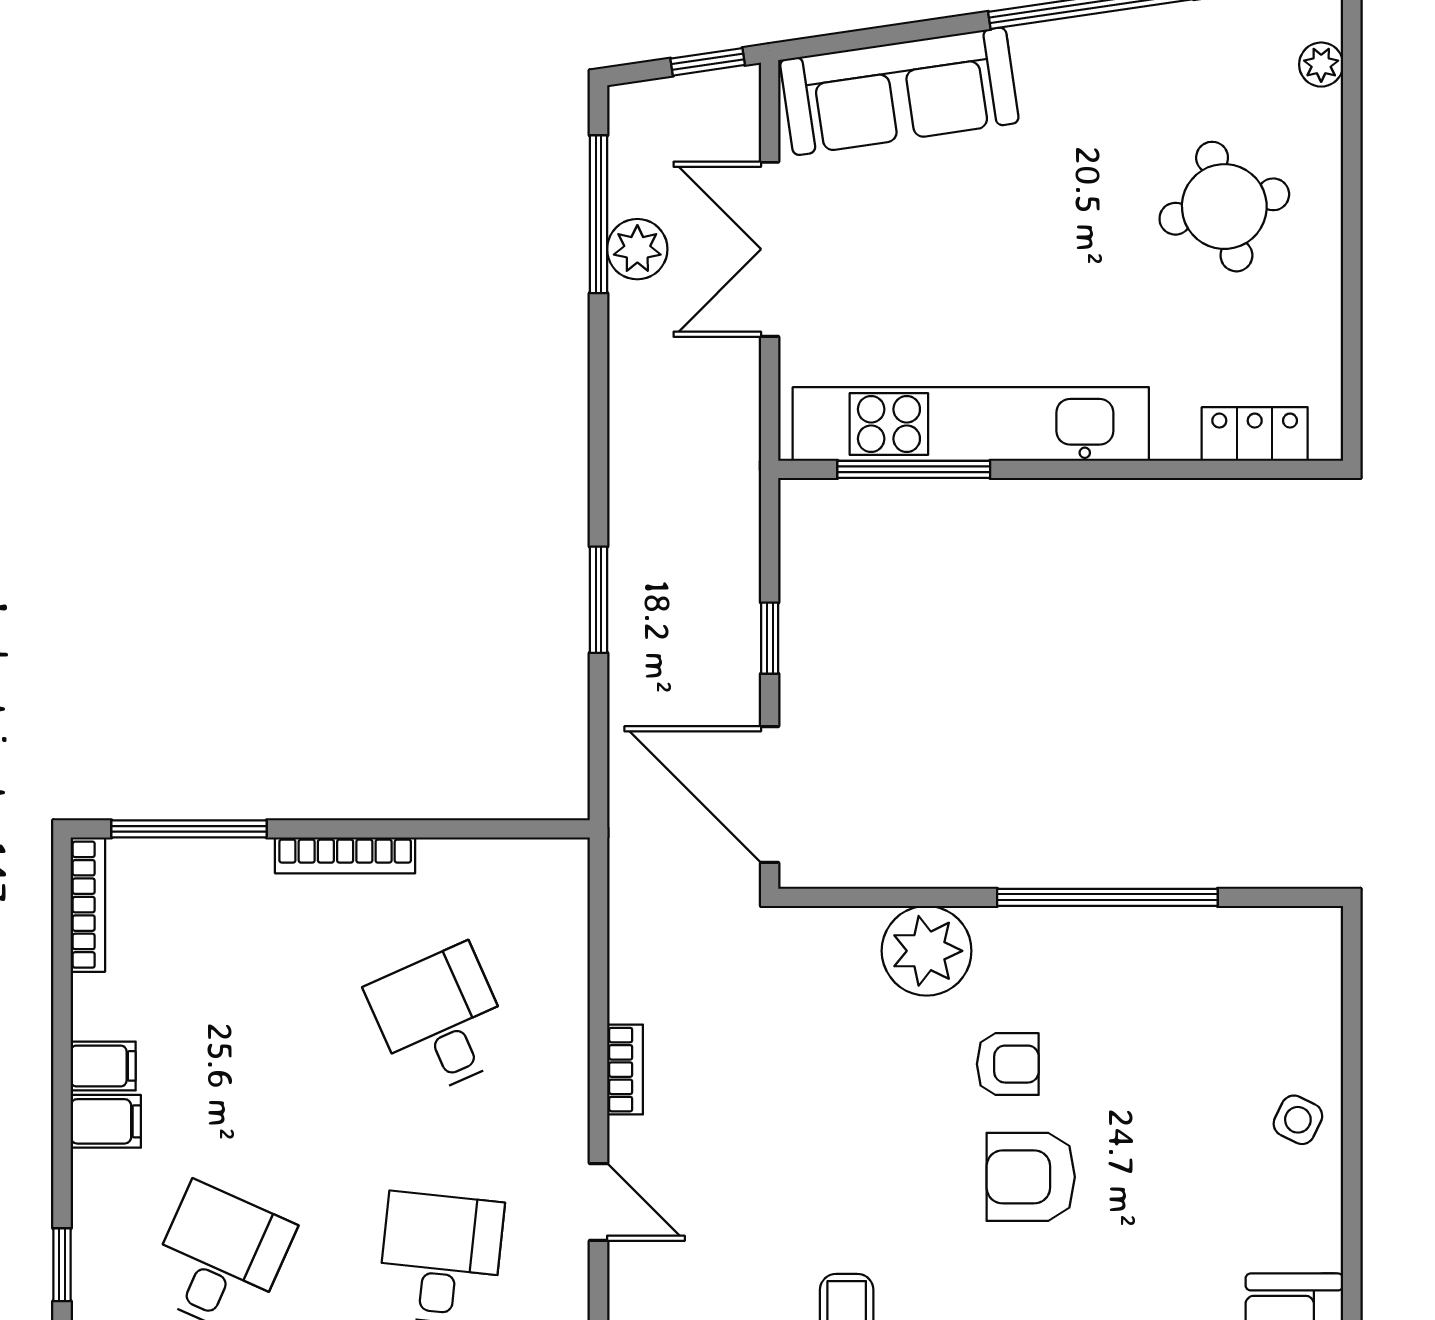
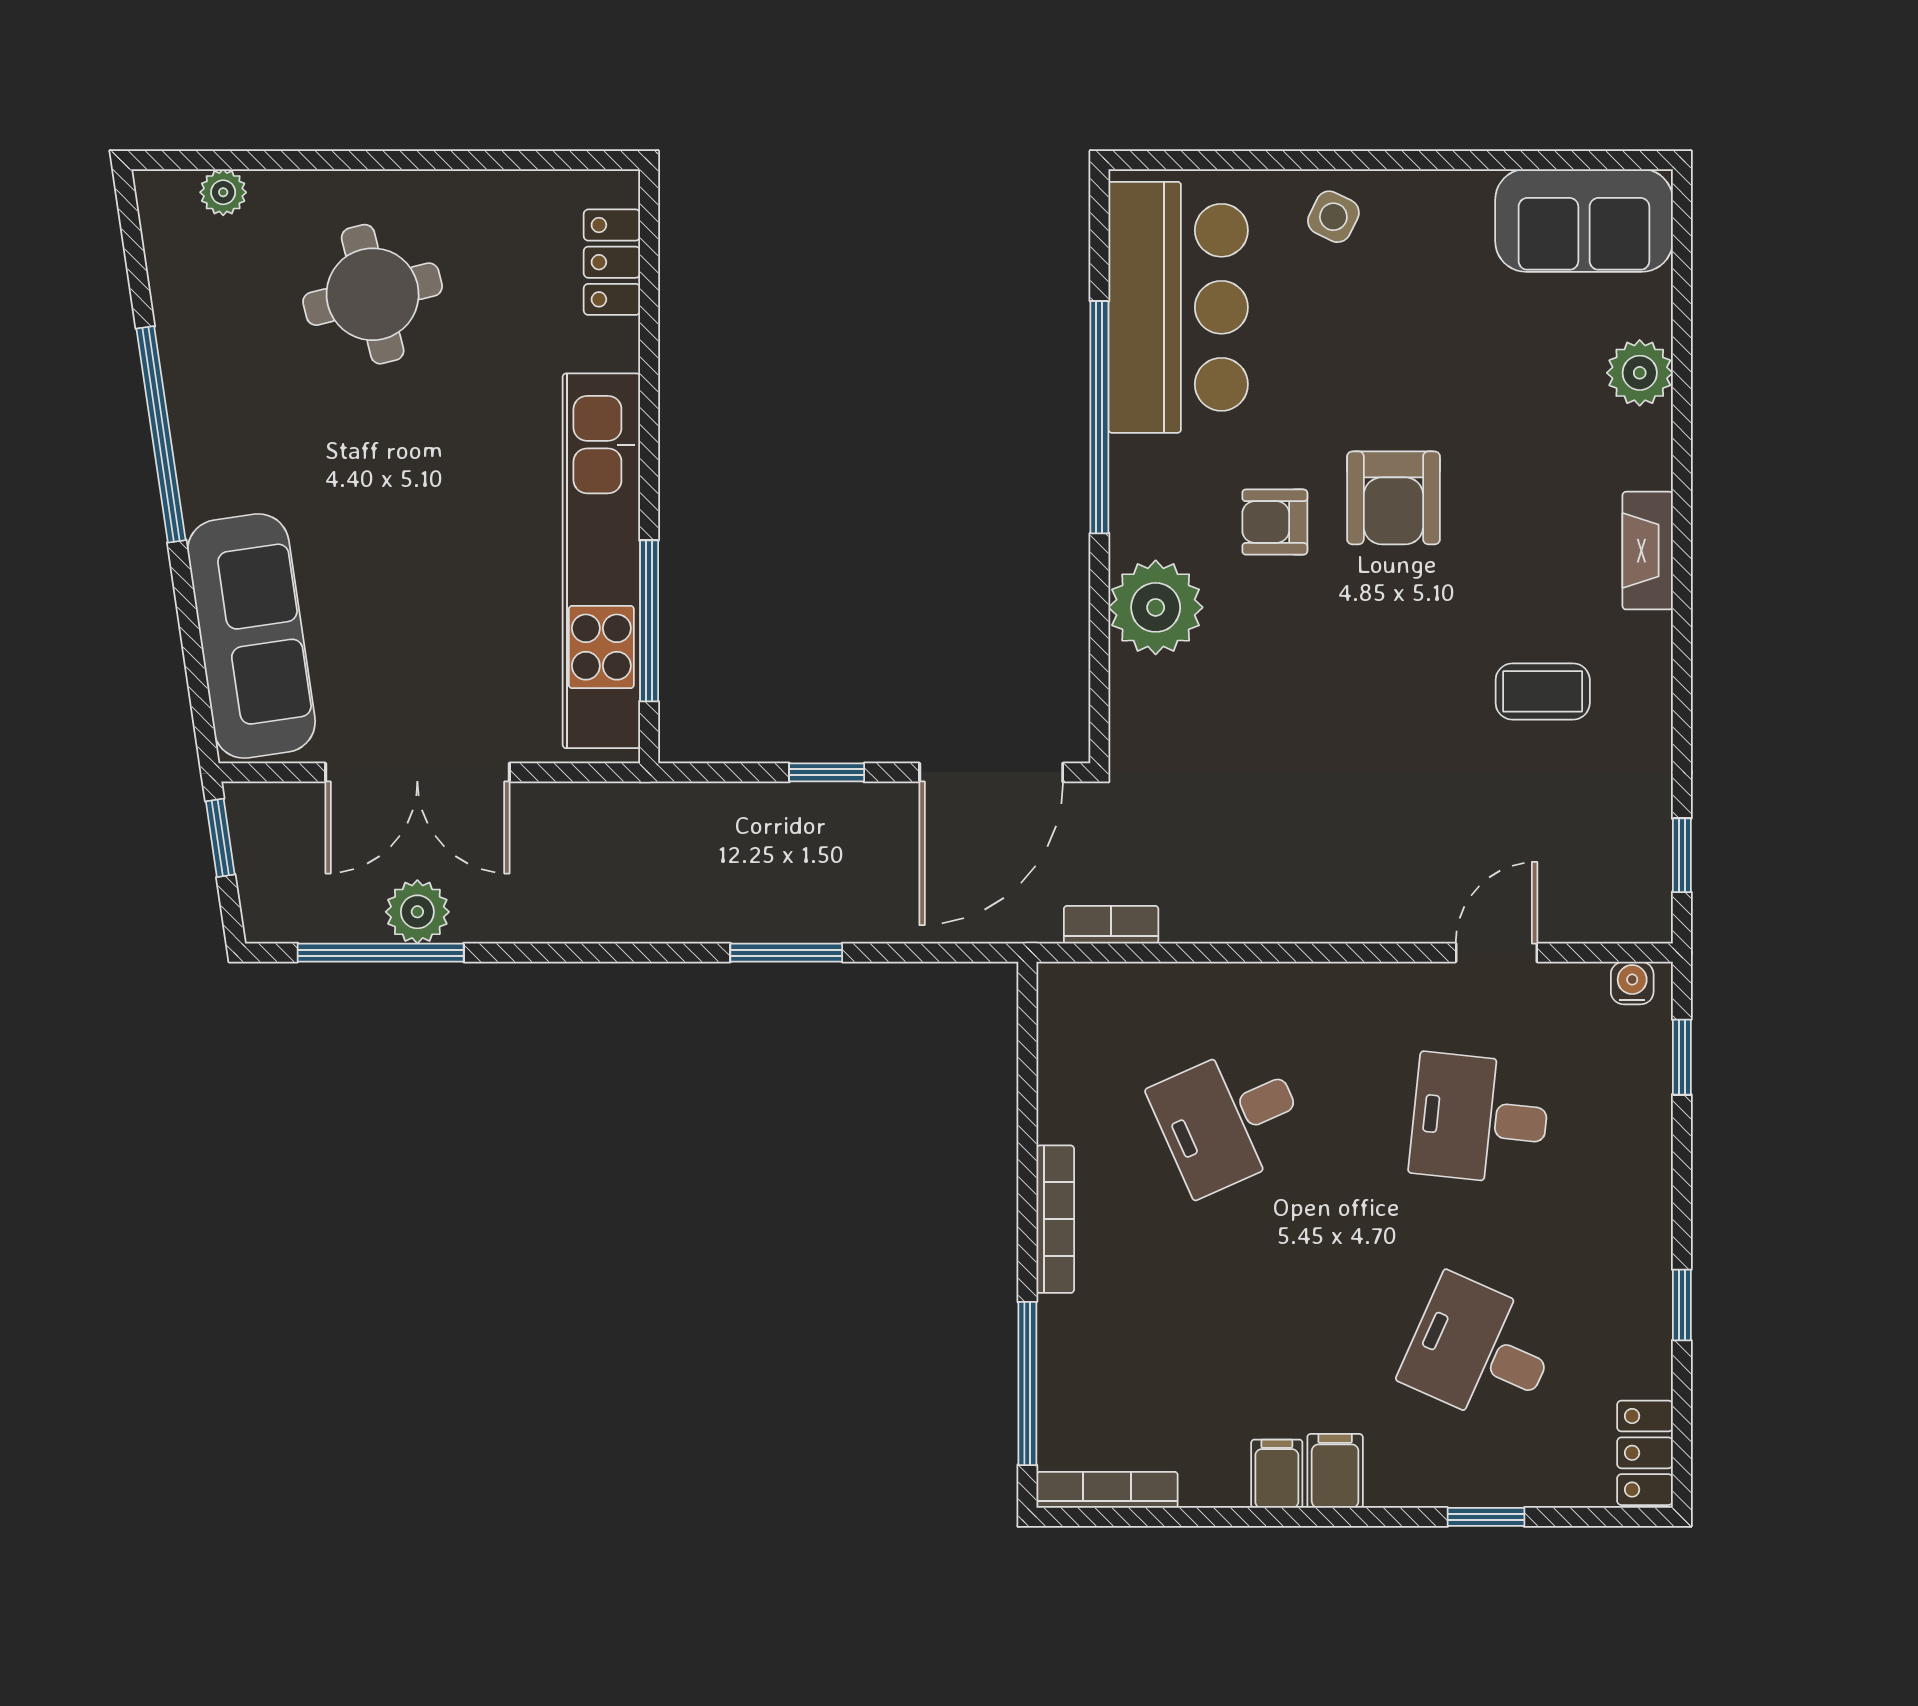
bar counter: (1212, 972) -> (1178, 307), added
armchair: (1008, 1064) -> (1275, 522), turned -90
bookcase: (625, 1070) -> (1111, 925), moved
door: (598, 1202) -> (1496, 953), moved

